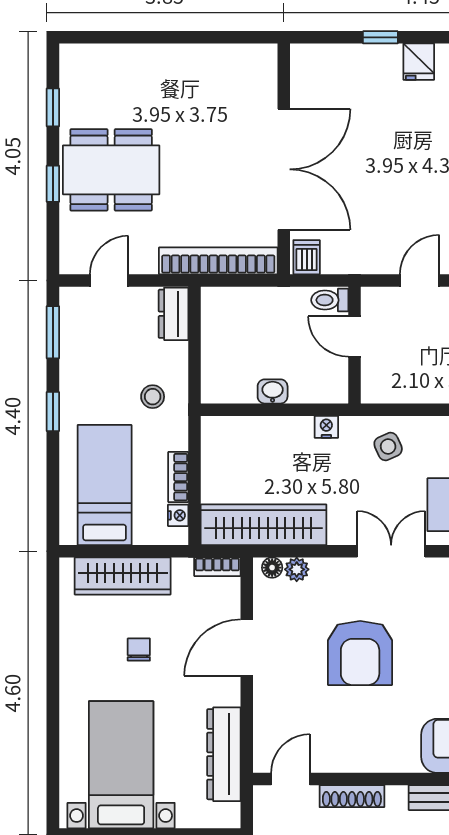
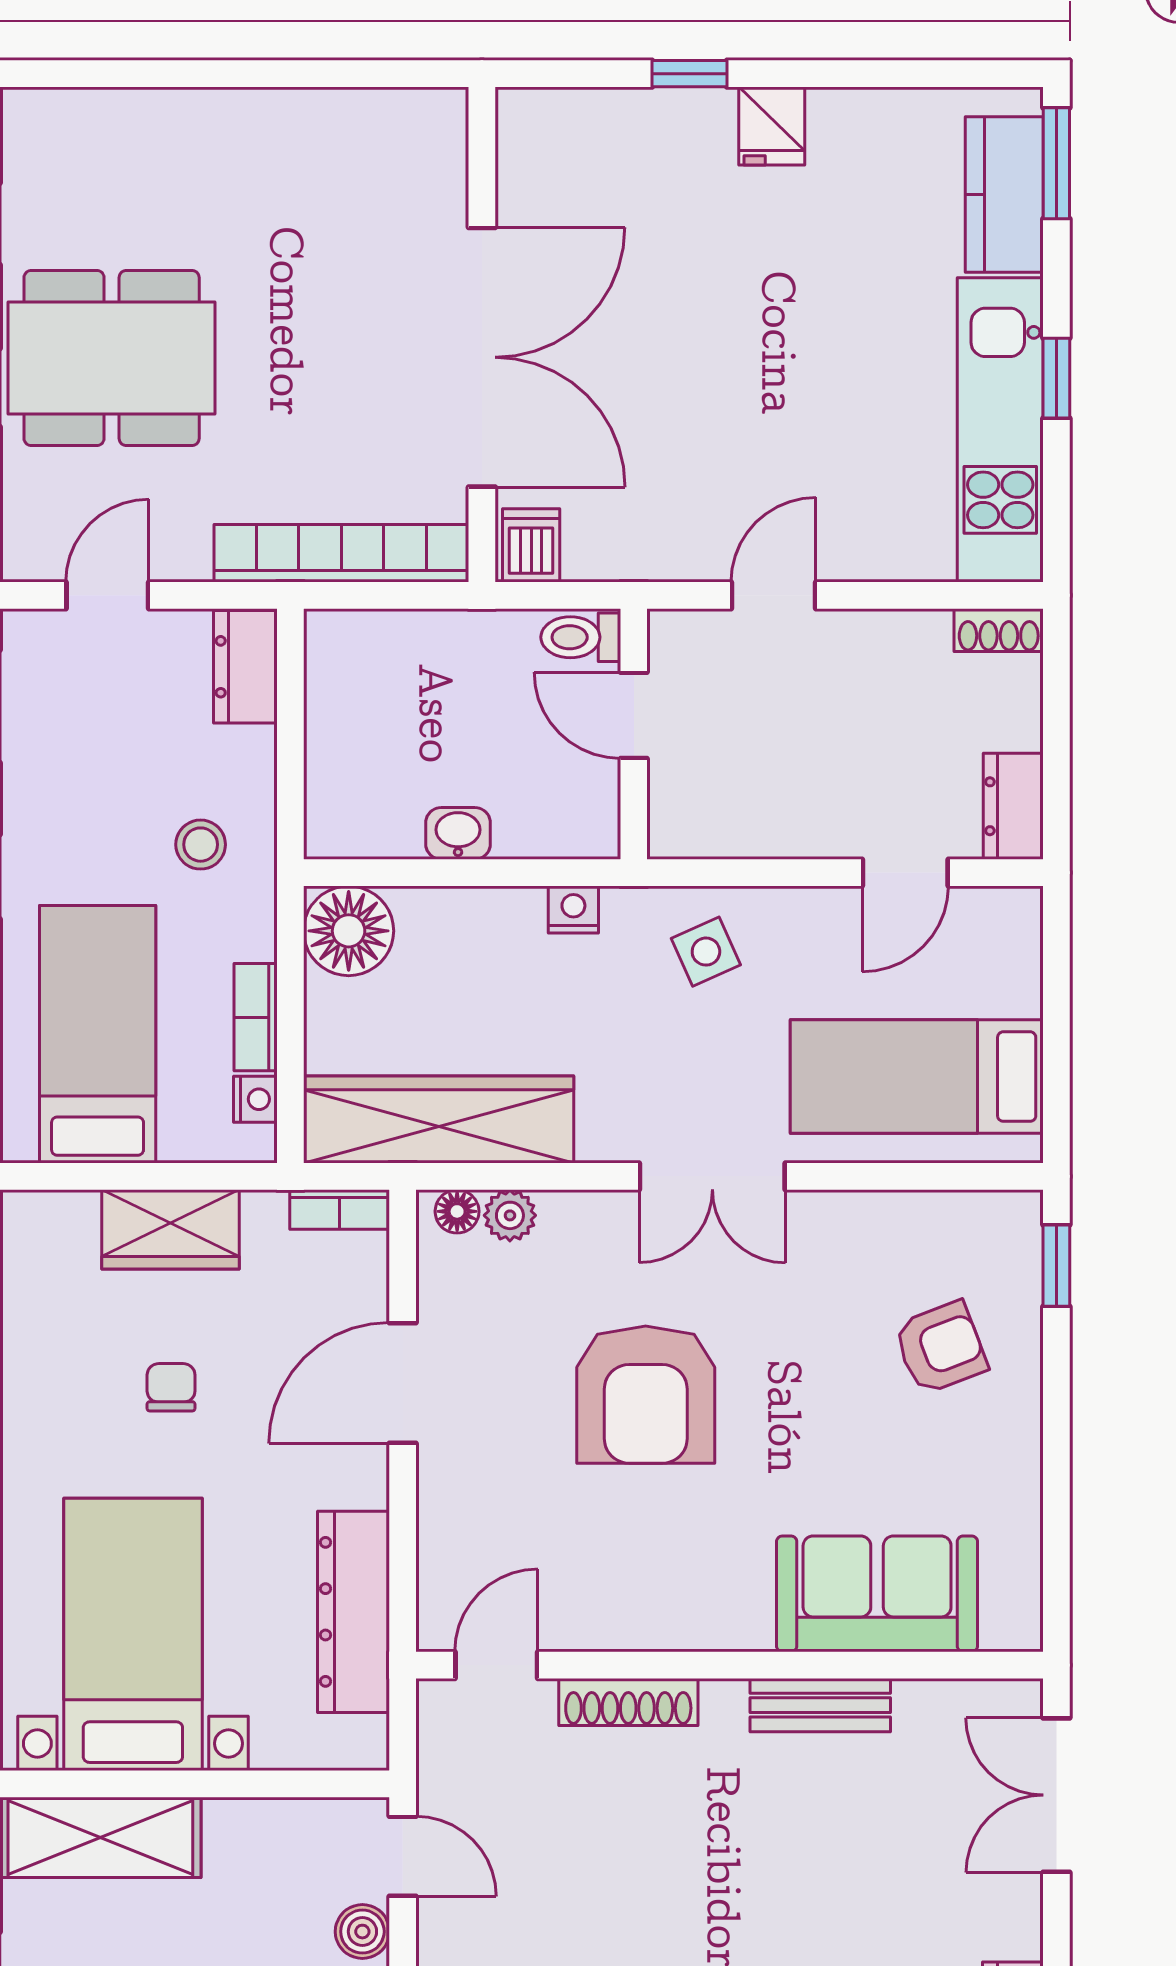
floor lamp: (222, 437) -> (349, 931), added
double door: (391, 551) -> (712, 1176), swing flipped
wardrobe: (123, 576) -> (170, 1229), width x0.67

